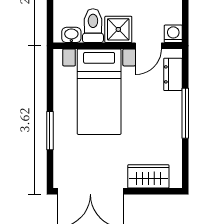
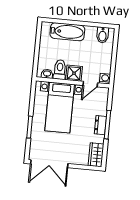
dresser: (173, 74) -> (100, 125), moved
wardrobe: (148, 176) -> (96, 155), moved, turned -90

